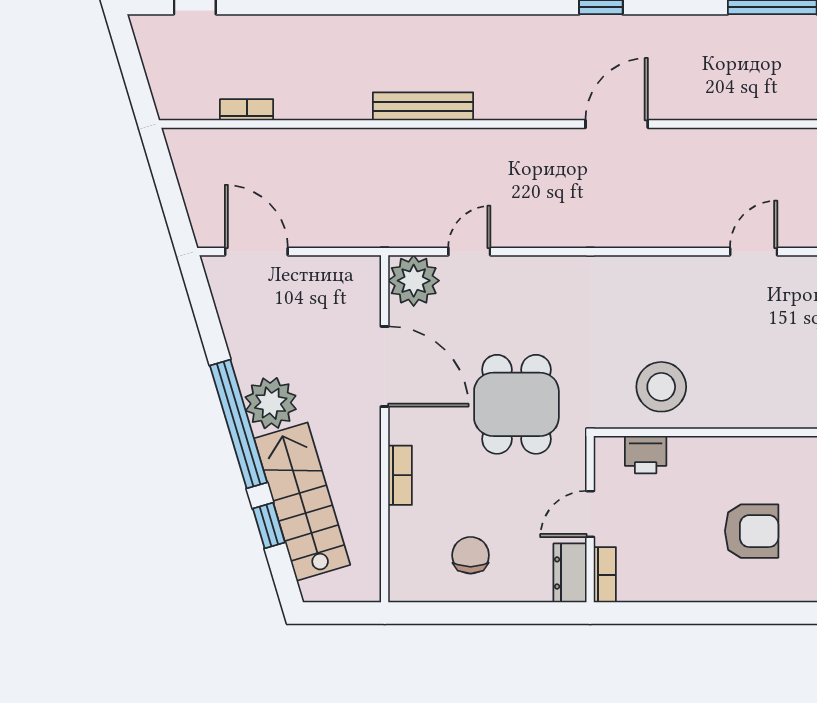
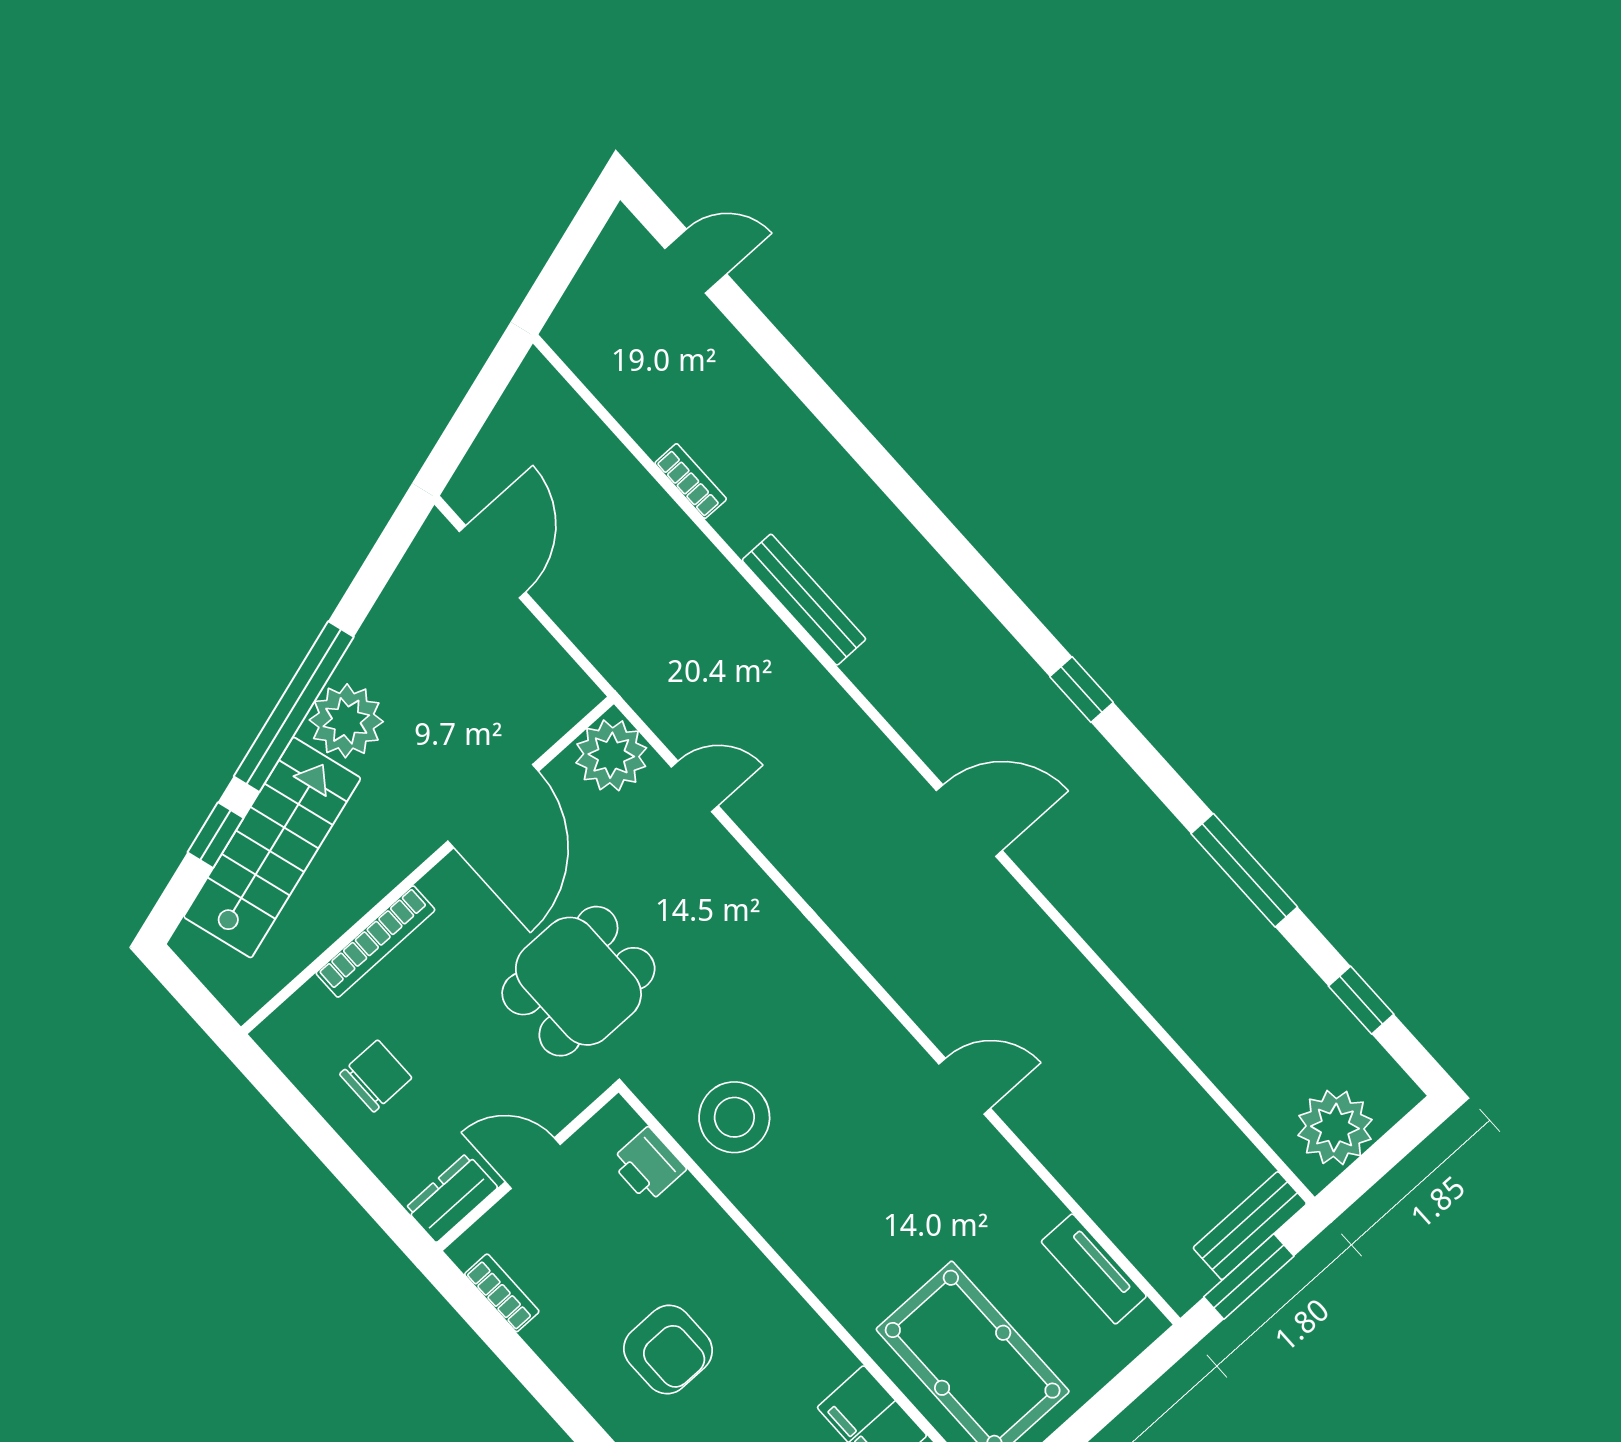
bookcase: (247, 110) -> (691, 481), moved
bookcase: (400, 475) -> (375, 942), width x1.56
bookcase: (605, 575) -> (502, 1293), moved, turned -90

